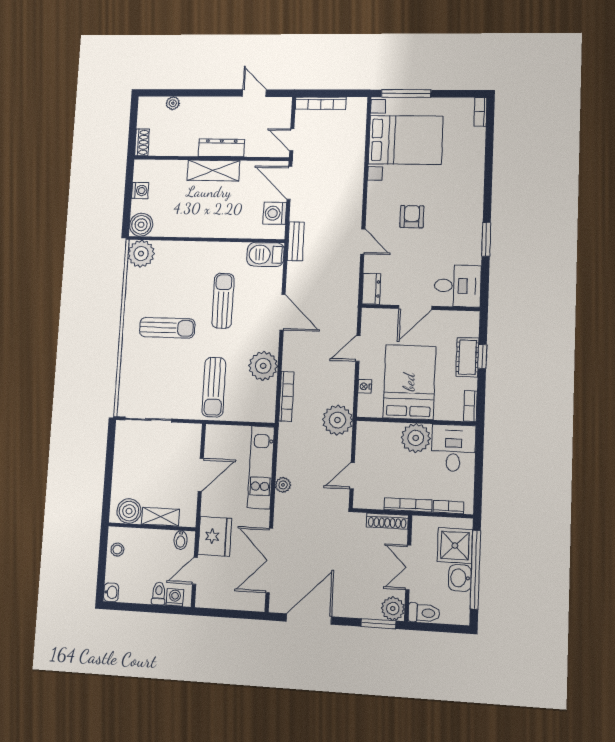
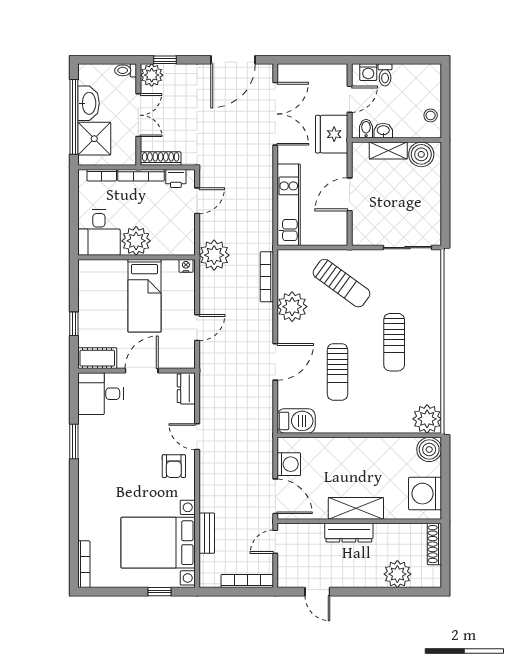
window: (406, 94) -> (160, 592), width x0.46
plant: (173, 103) -> (397, 574), width x1.88, depth x1.88
bookcase: (480, 112) -> (84, 564), width x1.56
door: (292, 140) -> (275, 542), swing flipped
shoe rack: (142, 142) -> (434, 544), width x1.43
washing machine: (140, 191) -> (425, 494), width x1.89, depth x1.89
armchair: (412, 217) -> (174, 466), moved
bench: (296, 241) -> (207, 533), moved
door: (283, 312) -> (275, 362), swing flipped
sun lounger: (167, 328) -> (394, 342), turned -90
cot: (467, 357) -> (97, 358), moved, turned 90
bed: (409, 382) -> (145, 296), width x0.67
nightstand: (365, 386) -> (186, 266), moved, turned -90
sun lounger: (214, 387) -> (342, 283), turned 126
bookcase: (470, 406) -> (84, 274), removed
plant: (283, 485) -> (266, 188), removed
printer: (373, 500) -> (176, 178), added
washbasin: (460, 578) -> (88, 103), width x1.38
washbasin: (111, 592) -> (383, 131), moved, turned 90
toilet: (424, 613) -> (126, 70), width x0.73, depth x0.72
window: (378, 624) -> (165, 60), width x0.67

